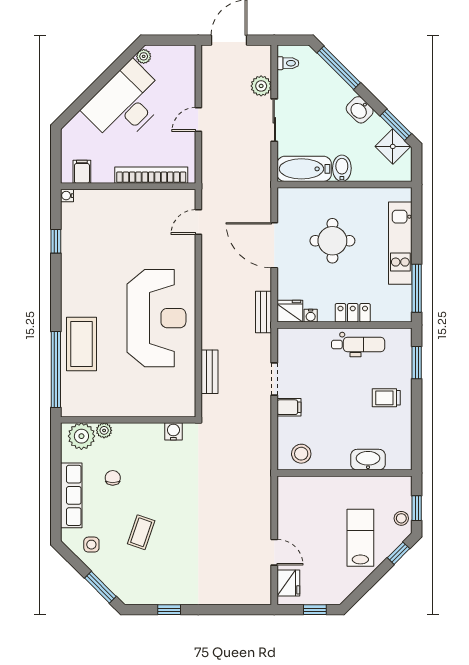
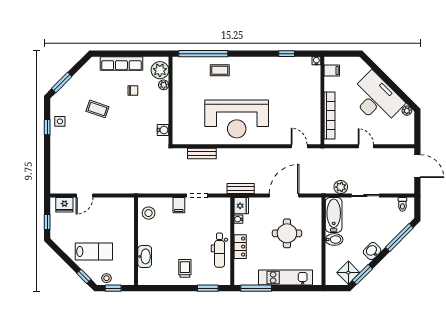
plant: (261, 86) -> (341, 187), moved
coffee table: (81, 344) -> (220, 70), width x0.54, depth x0.58
side table: (91, 545) -> (60, 121), moved

